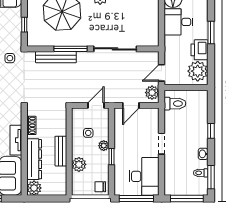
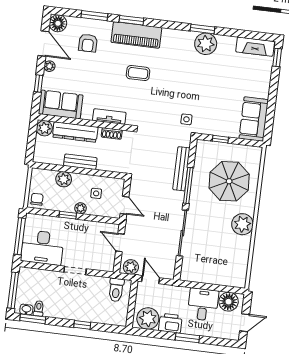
tv unit: (16, 140) -> (109, 116), moved
washbasin: (203, 154) -> (26, 309), moved

